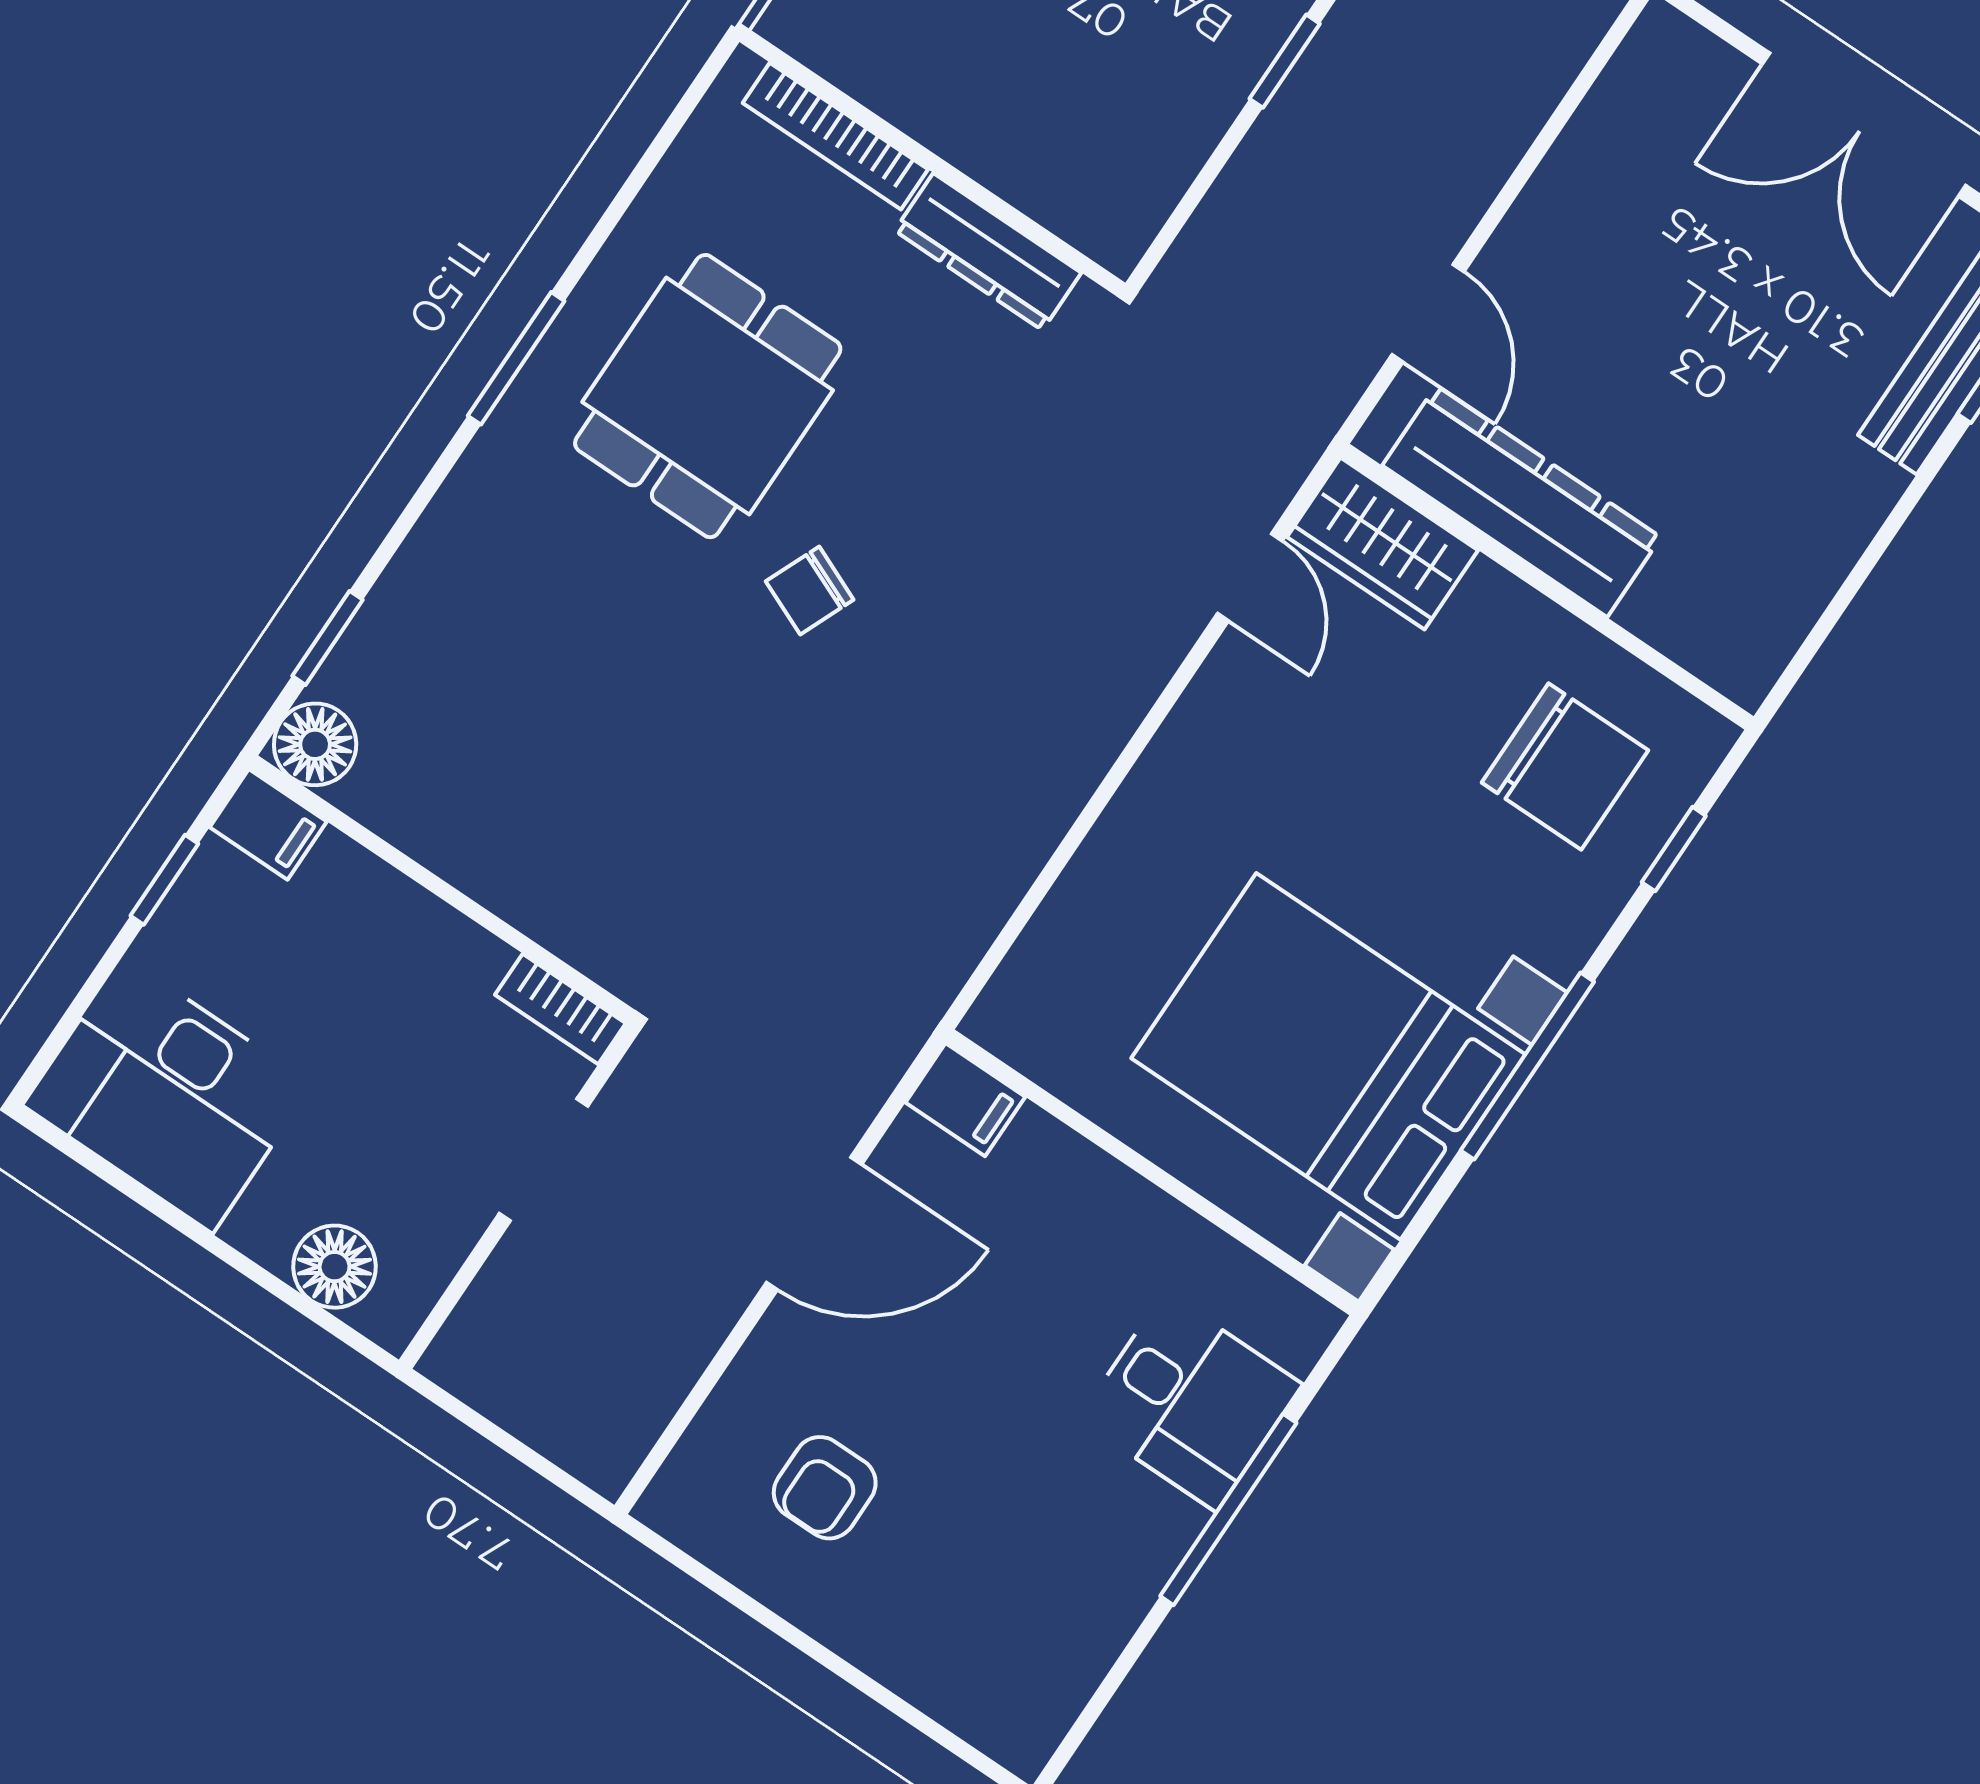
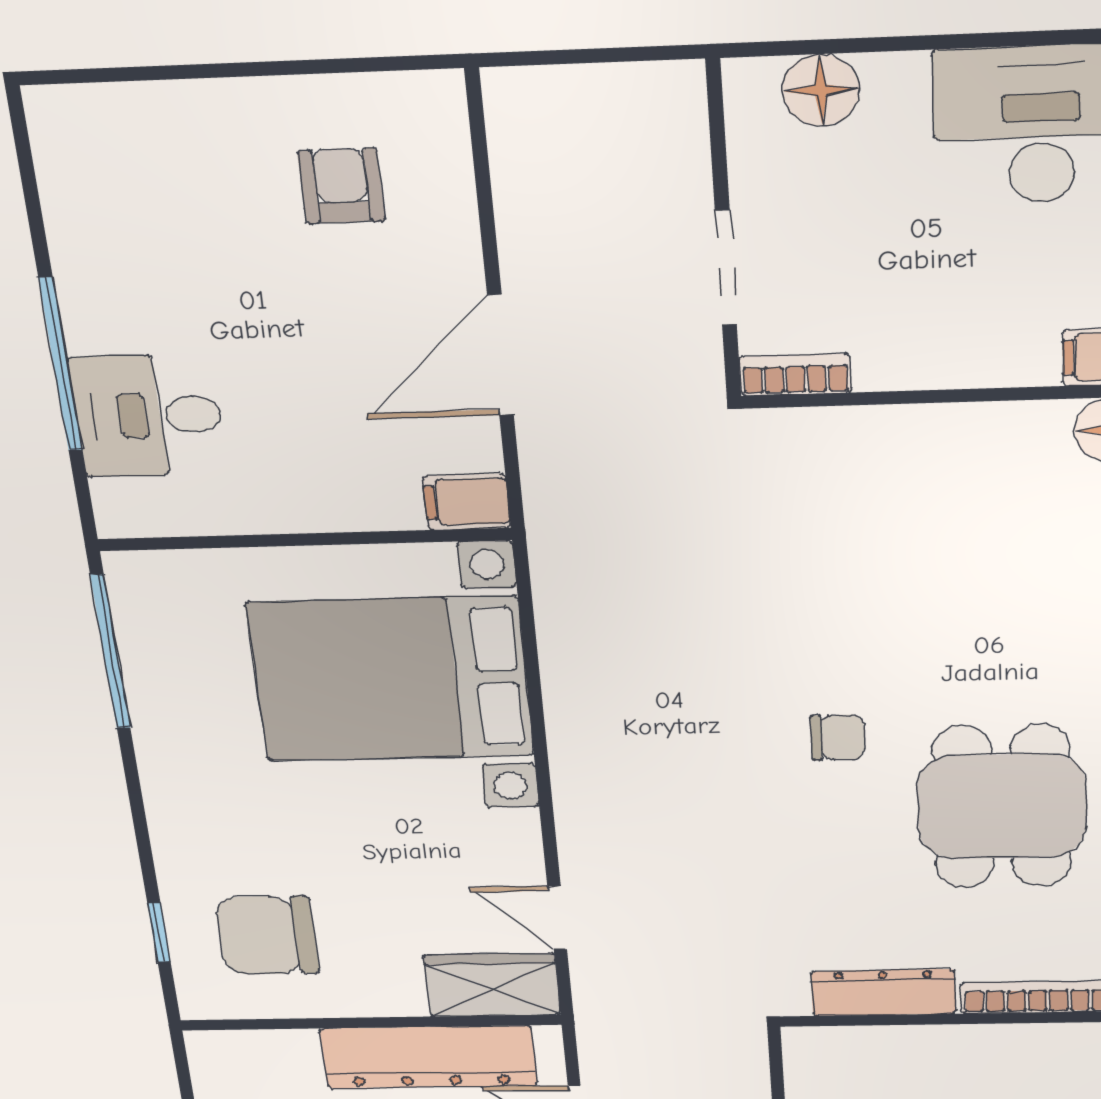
chair: (810, 591) -> (837, 737), turned 67
bed with nightstands: (1328, 1056) -> (391, 679), moved, turned 180
window: (1527, 1066) -> (110, 652), moved

